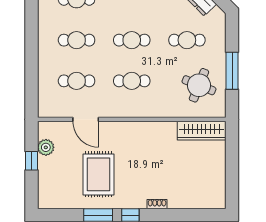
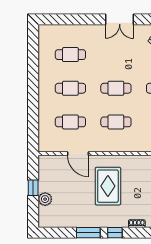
plant: (46, 147) -> (45, 199), moved
rug: (98, 174) -> (108, 186), moved

